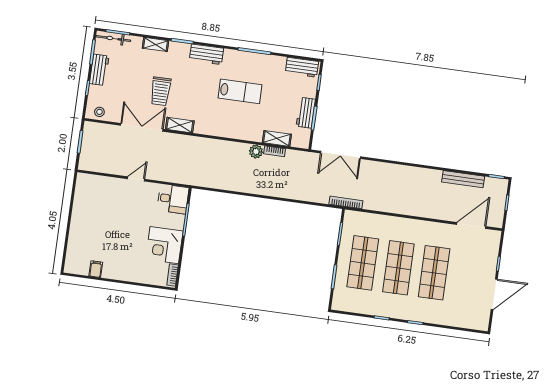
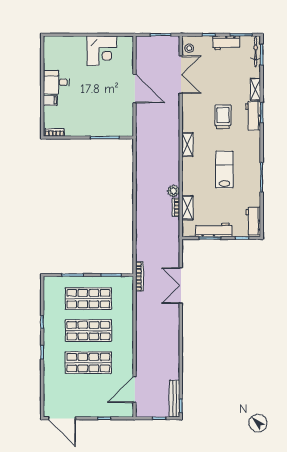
workbench: (206, 54) -> (253, 116), moved
trolley: (161, 91) -> (223, 117), moved, turned 90
lab bench: (240, 91) -> (224, 170), turned 180
workbench: (306, 113) -> (214, 230), width x1.38
shelving: (180, 125) -> (187, 145), moved
double door: (142, 127) -> (181, 75), moved
double door: (341, 155) -> (181, 286), moved
door: (136, 179) -> (135, 89), width x1.88
bench: (463, 179) -> (174, 399), moved
desk: (173, 199) -> (56, 82), moved, turned 90
door: (471, 225) -> (135, 390), swing flipped
corner desk: (164, 245) -> (102, 51), moved, turned 180
filing cabinet: (96, 269) -> (50, 100), moved
door: (494, 294) -> (62, 418), moved

